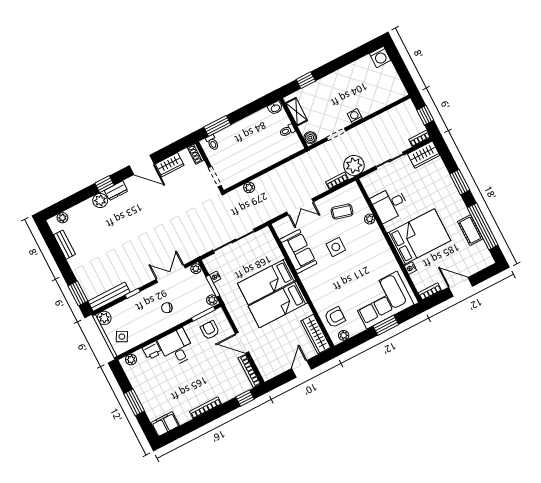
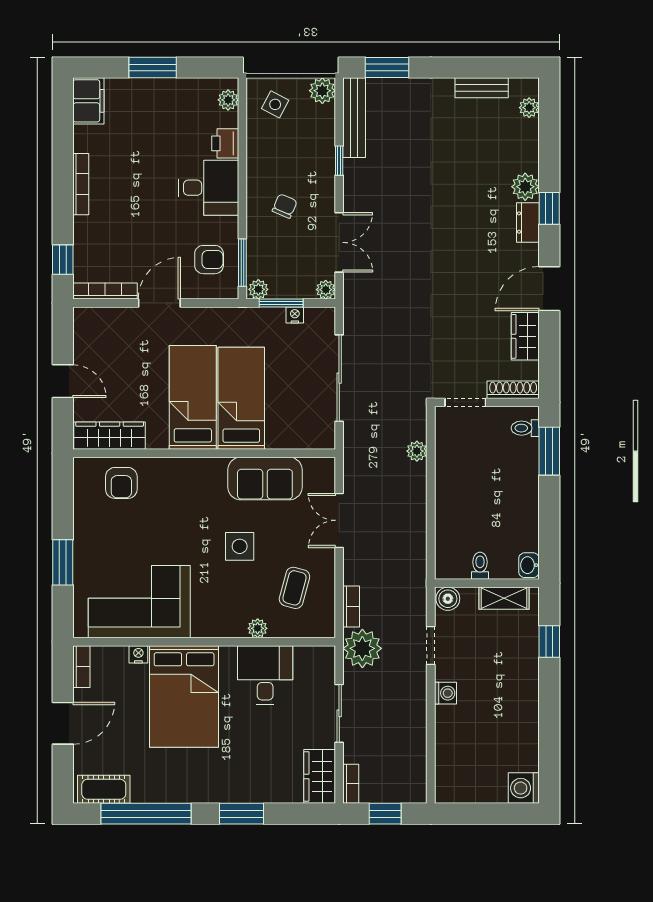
shoe rack: (196, 154) -> (513, 390), width x1.43
cot: (470, 230) -> (104, 789), moved
corner sofa: (382, 300) -> (139, 602), moved, turned -90
plant: (344, 335) -> (83, 482), removed

